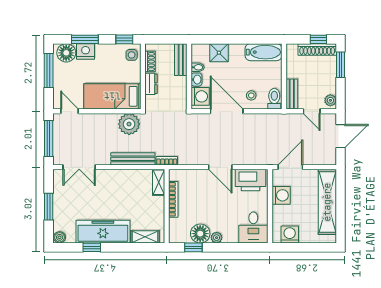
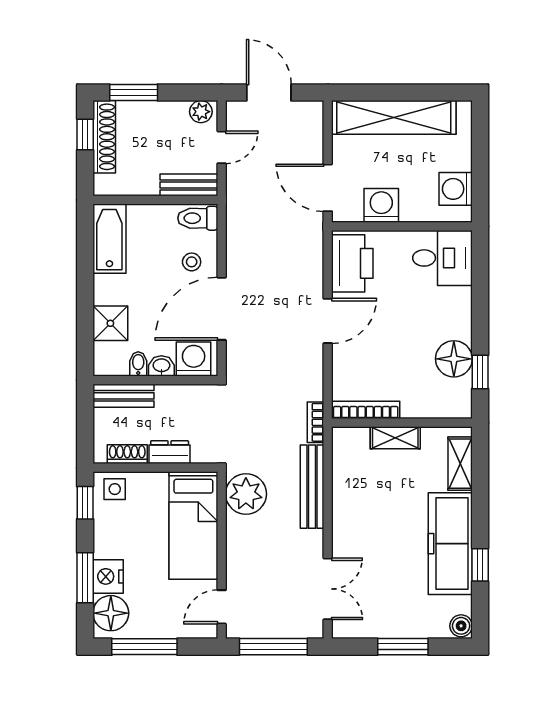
shelving: (159, 182) -> (395, 438), moved
bookcase: (173, 199) -> (366, 410), moved
plant: (217, 238) -> (462, 328), removed

